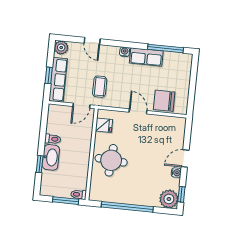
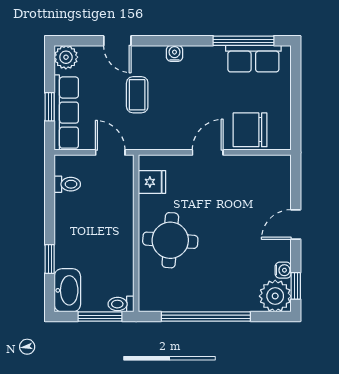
row of seats: (146, 57) -> (253, 59), moved
coffee table: (100, 87) -> (137, 95), moved
door: (81, 106) -> (110, 152), swing flipped
door: (138, 111) -> (208, 152), hinge flipped
toilet: (53, 139) -> (67, 184), moved
washbasin: (51, 157) -> (67, 290), moved
water cooler: (176, 173) -> (283, 270), moved

